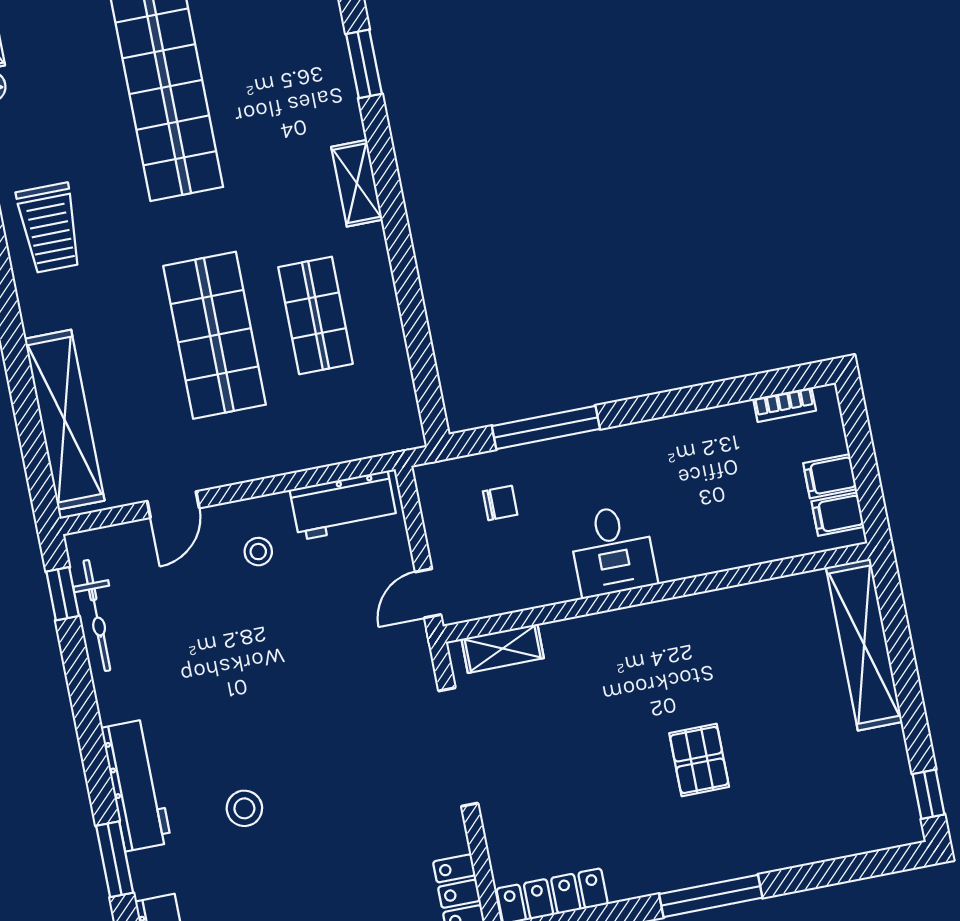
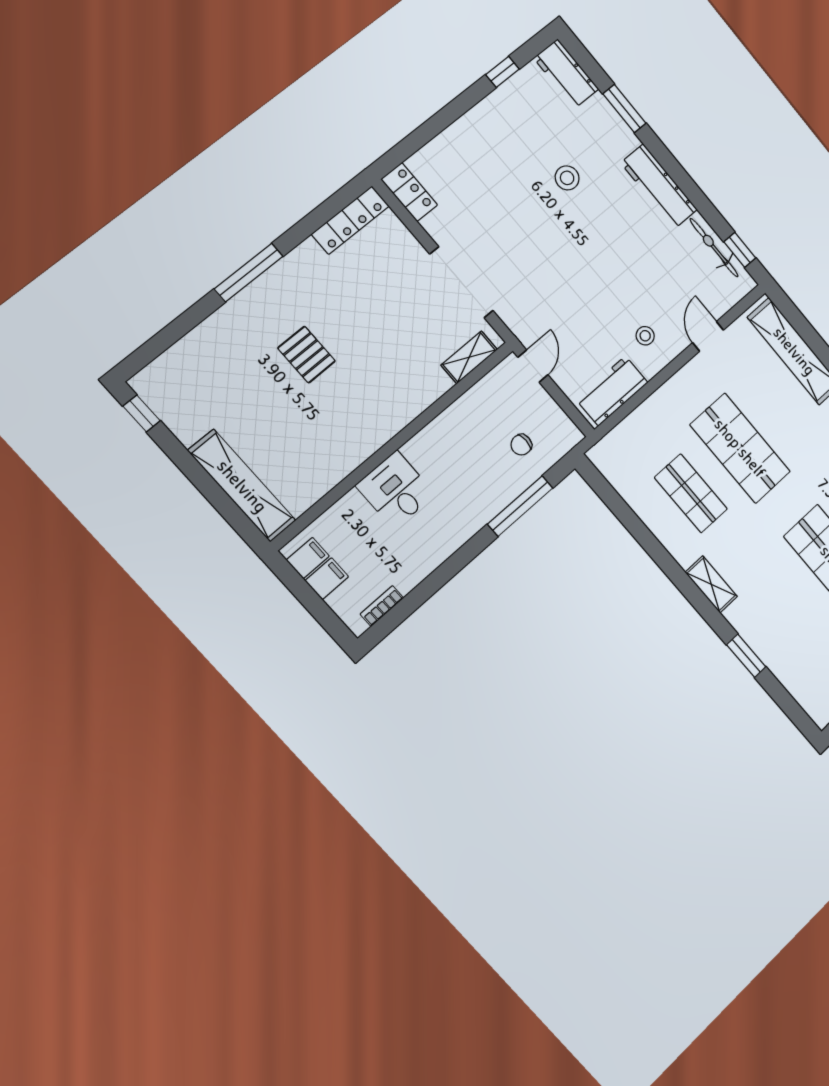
desk: (612, 551) -> (396, 490), moved
workbench: (136, 785) -> (659, 186), moved

